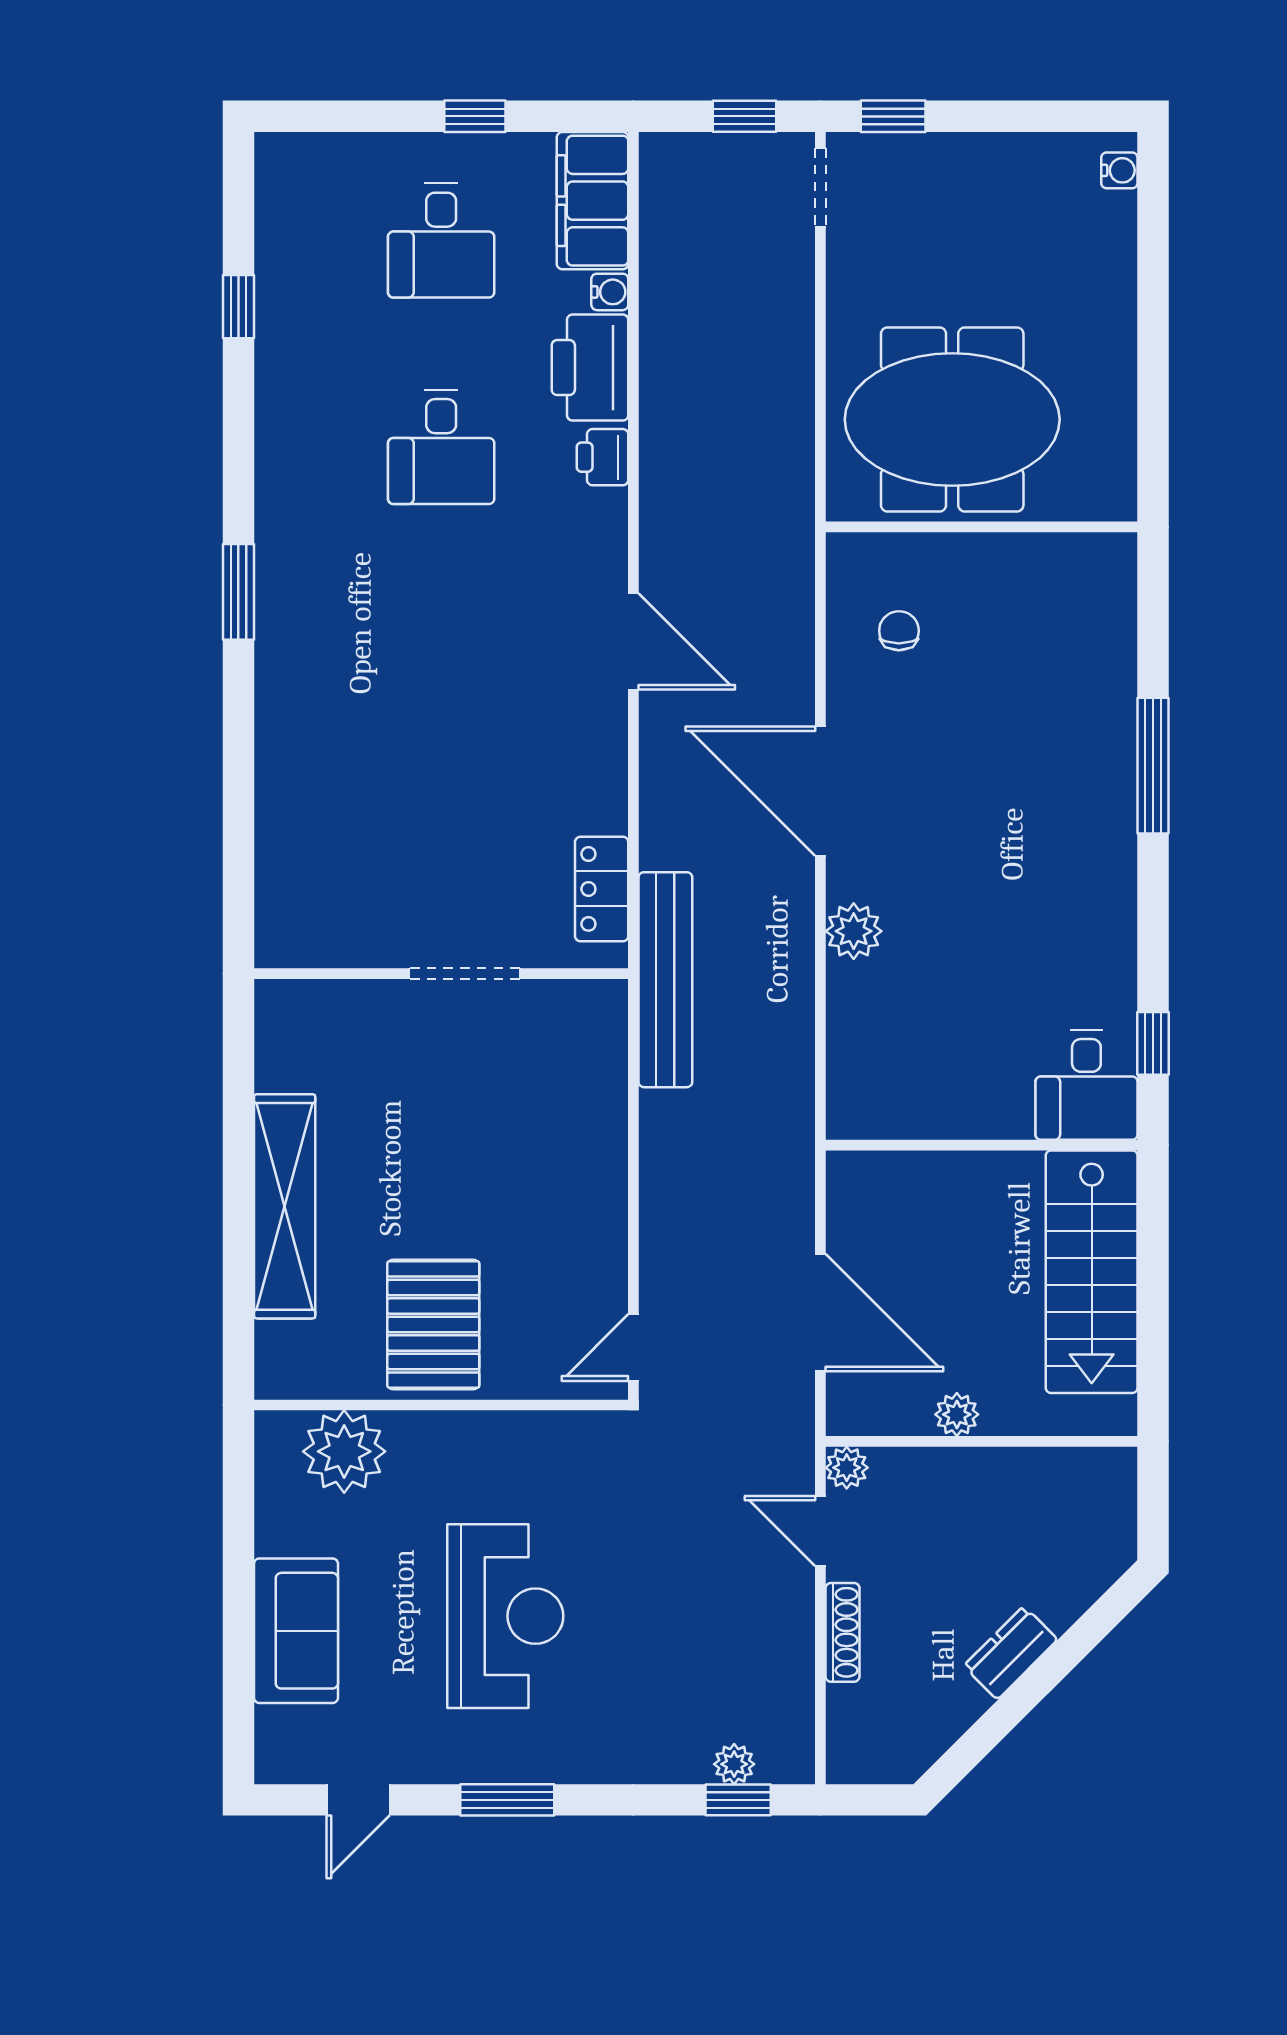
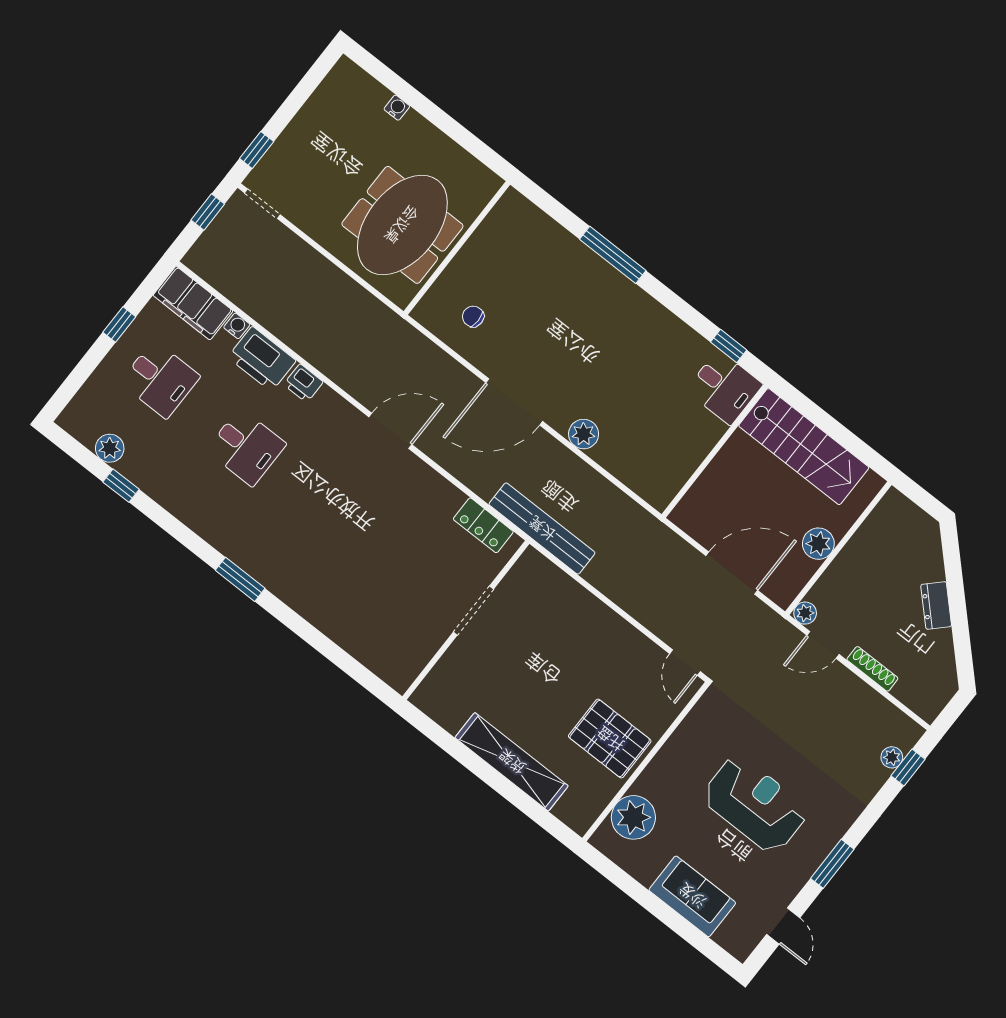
water cooler: (1119, 170) -> (397, 108), moved
plant: (281, 246) -> (110, 448), added
plant: (957, 1414) -> (818, 544), width x1.38, depth x1.38

